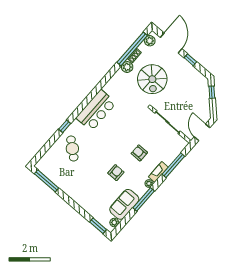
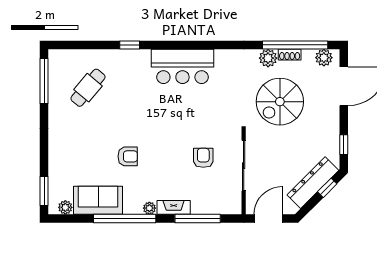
window: (190, 60) -> (344, 145), moved
dresser: (204, 97) -> (313, 183), added
cafe table: (72, 149) -> (88, 88), moved
armchair: (139, 153) -> (203, 158), moved
window: (144, 199) -> (125, 219), width x1.46

